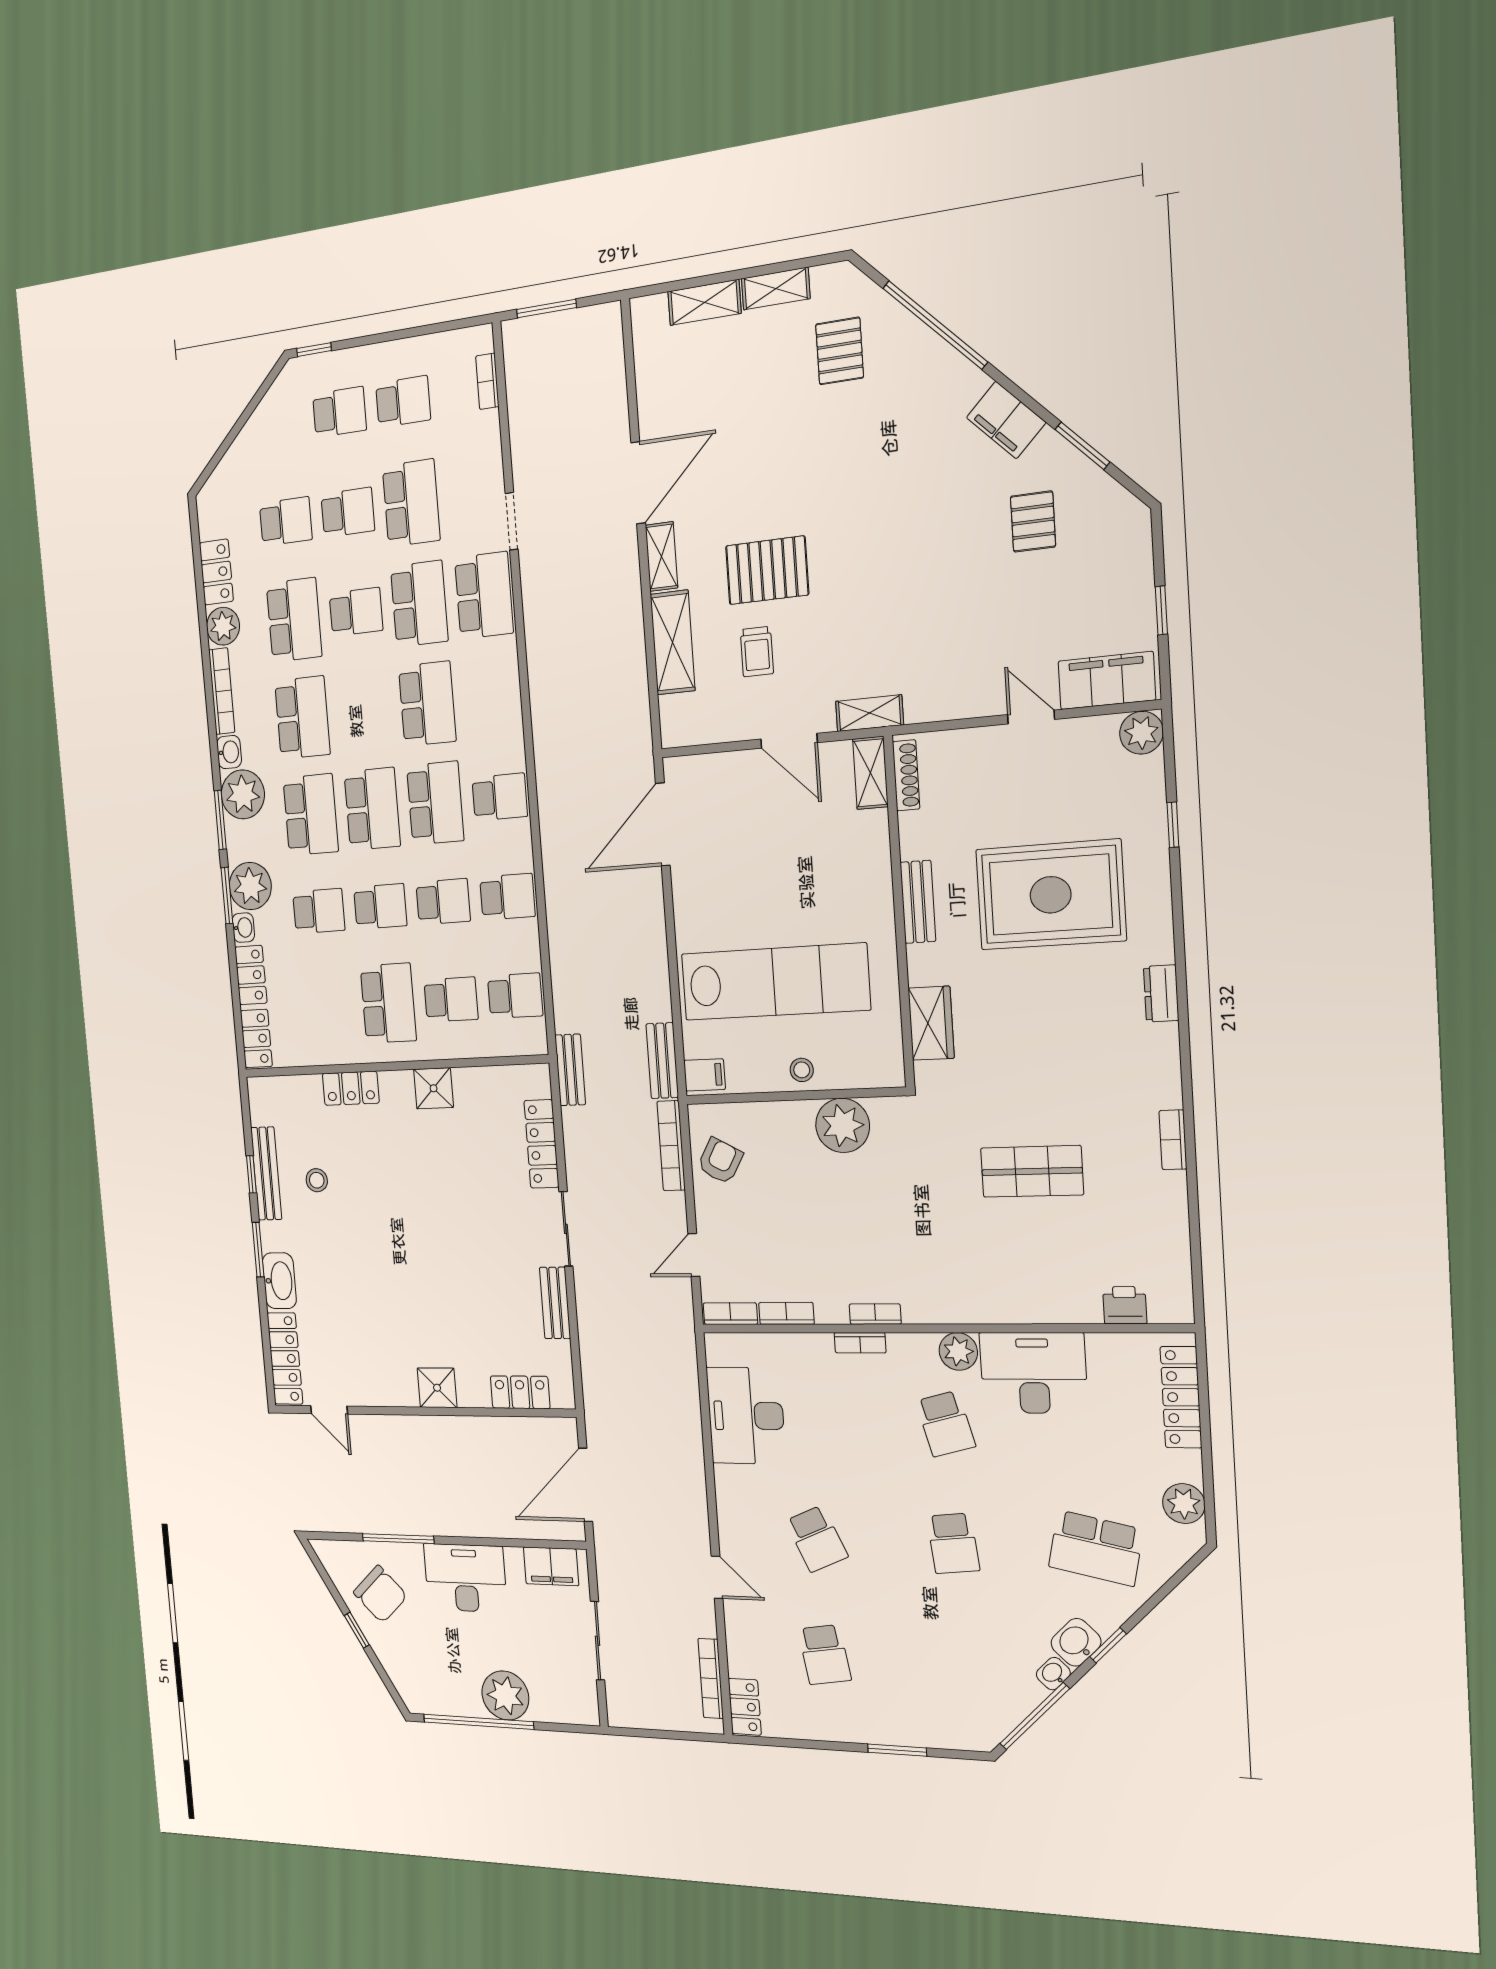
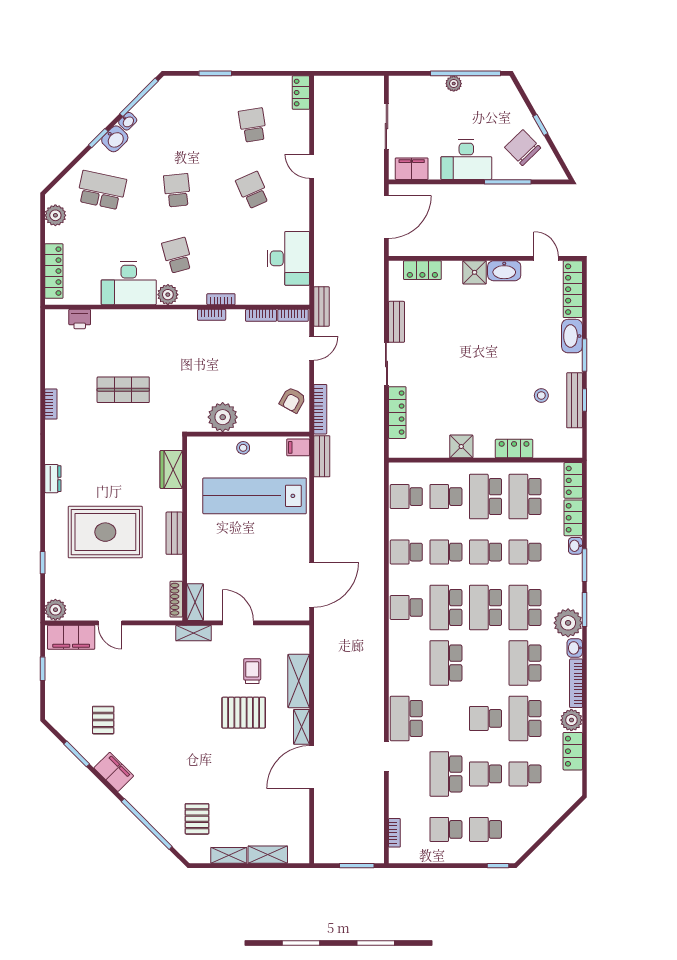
school desk: (419, 604) -> (525, 497), moved
plant: (250, 886) -> (568, 570), removed
bench: (570, 1070) -> (322, 306), moved
washbasin: (391, 1390) -> (504, 271), added
bookcase: (711, 1678) -> (320, 108), removed
plant: (505, 1695) -> (454, 84), width x0.53, depth x0.53

